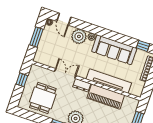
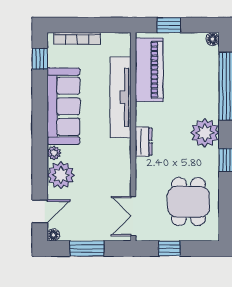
double door: (65, 74) -> (133, 216), moved
piano: (106, 97) -> (149, 70), moved
dining table: (43, 98) -> (189, 202), turned 90

